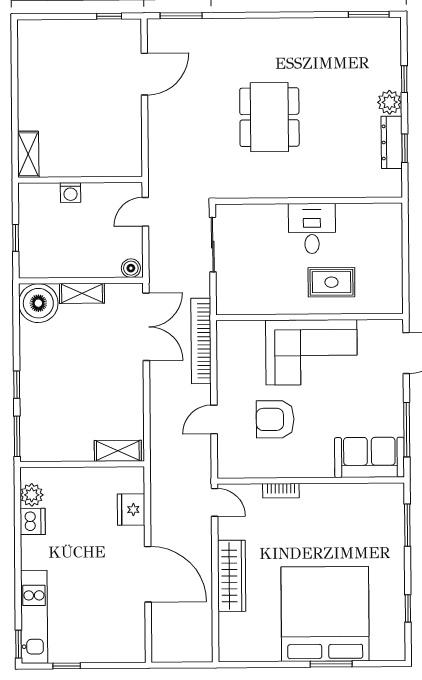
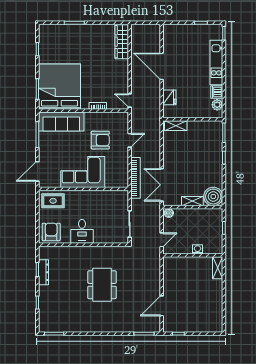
plant: (390, 102) -> (44, 292), removed
armchair: (376, 227) -> (51, 232), added
rug: (331, 282) -> (53, 201), moved
sofa: (369, 457) -> (61, 122), width x1.36
wardrobe: (232, 576) -> (122, 42), moved
bed: (325, 614) -> (59, 87), moved, turned 180
kitchen unit: (34, 617) -> (216, 63), moved

